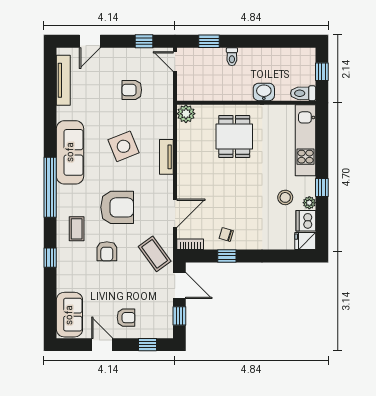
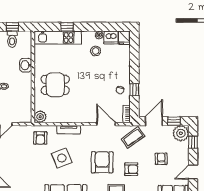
armchair: (132, 90) -> (40, 138), moved
toilet: (303, 93) -> (12, 39), moved
window: (322, 188) -> (67, 27), moved
armchair: (126, 318) -> (161, 159), moved
plant: (161, 326) -> (181, 133), added

